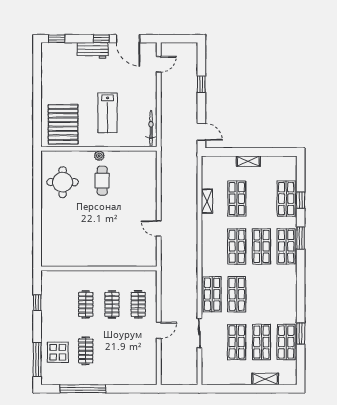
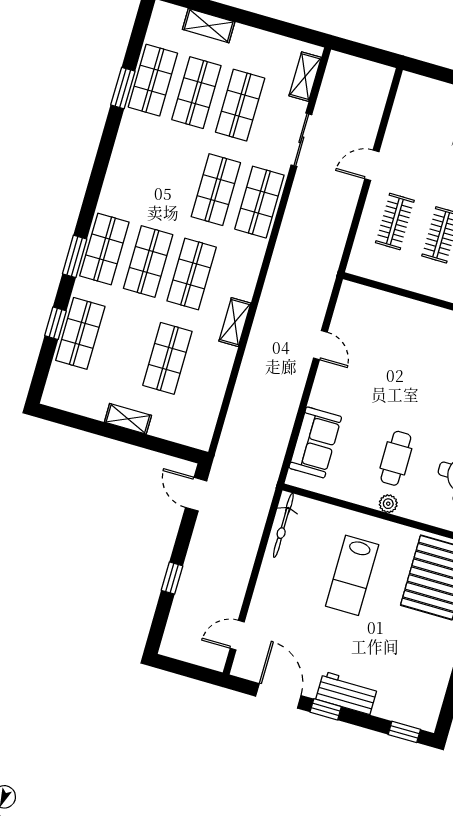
lab bench: (108, 113) -> (352, 575), turned 180
sofa: (147, 177) -> (315, 442), added
shelving: (207, 201) -> (235, 322), moved
shelving: (207, 367) -> (305, 77), added

